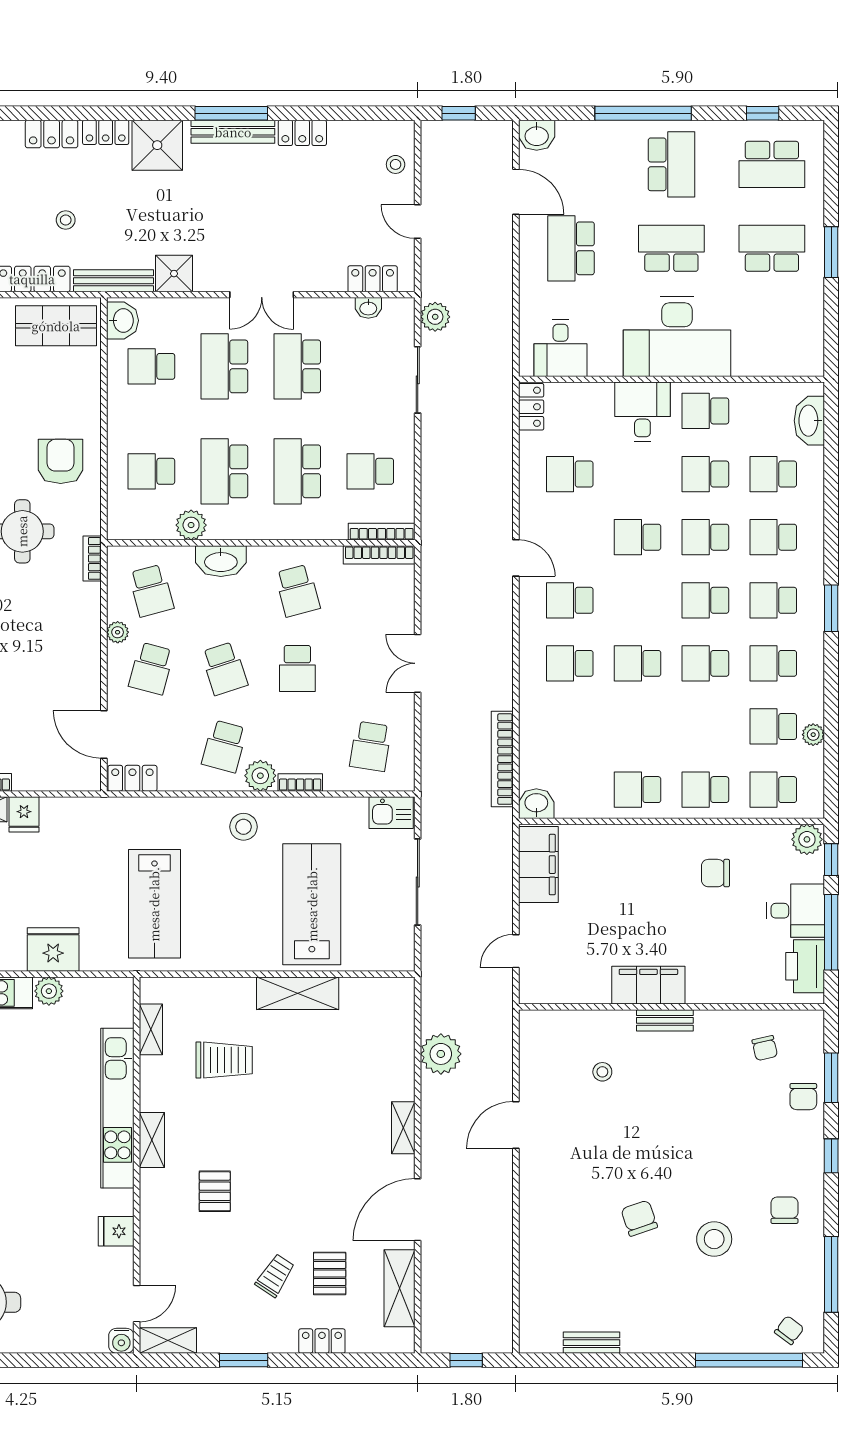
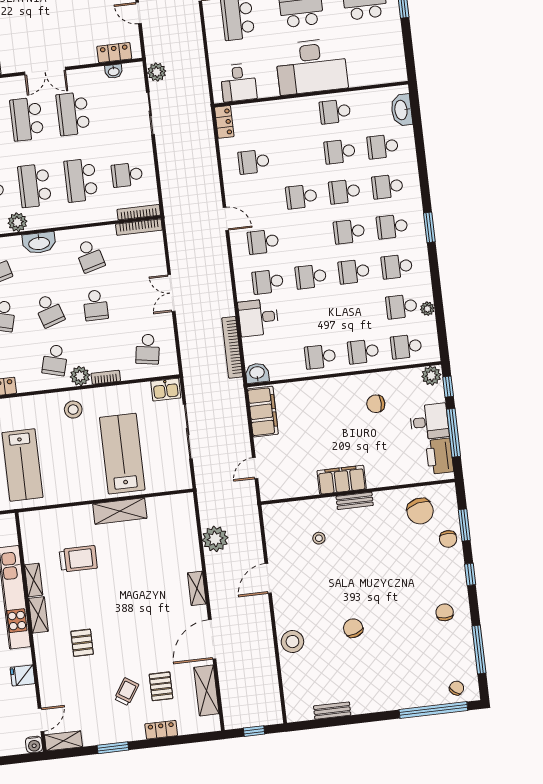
desk: (642, 412) -> (258, 318), moved, turned -90
shelving: (151, 1029) -> (34, 580), moved
chair: (765, 1048) -> (420, 511), width x1.87, depth x1.87
stool: (714, 1239) -> (292, 642), moved

